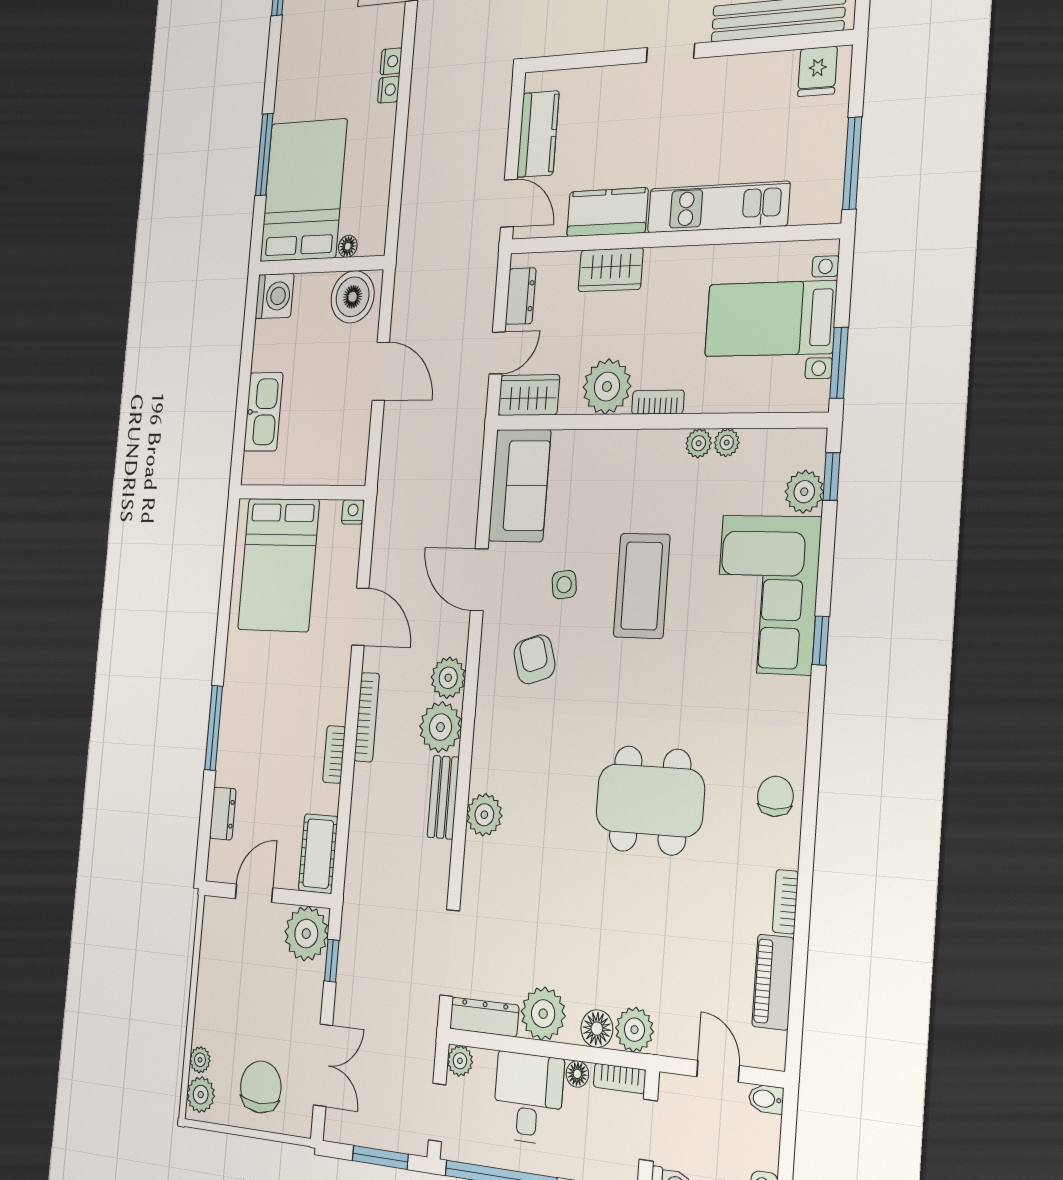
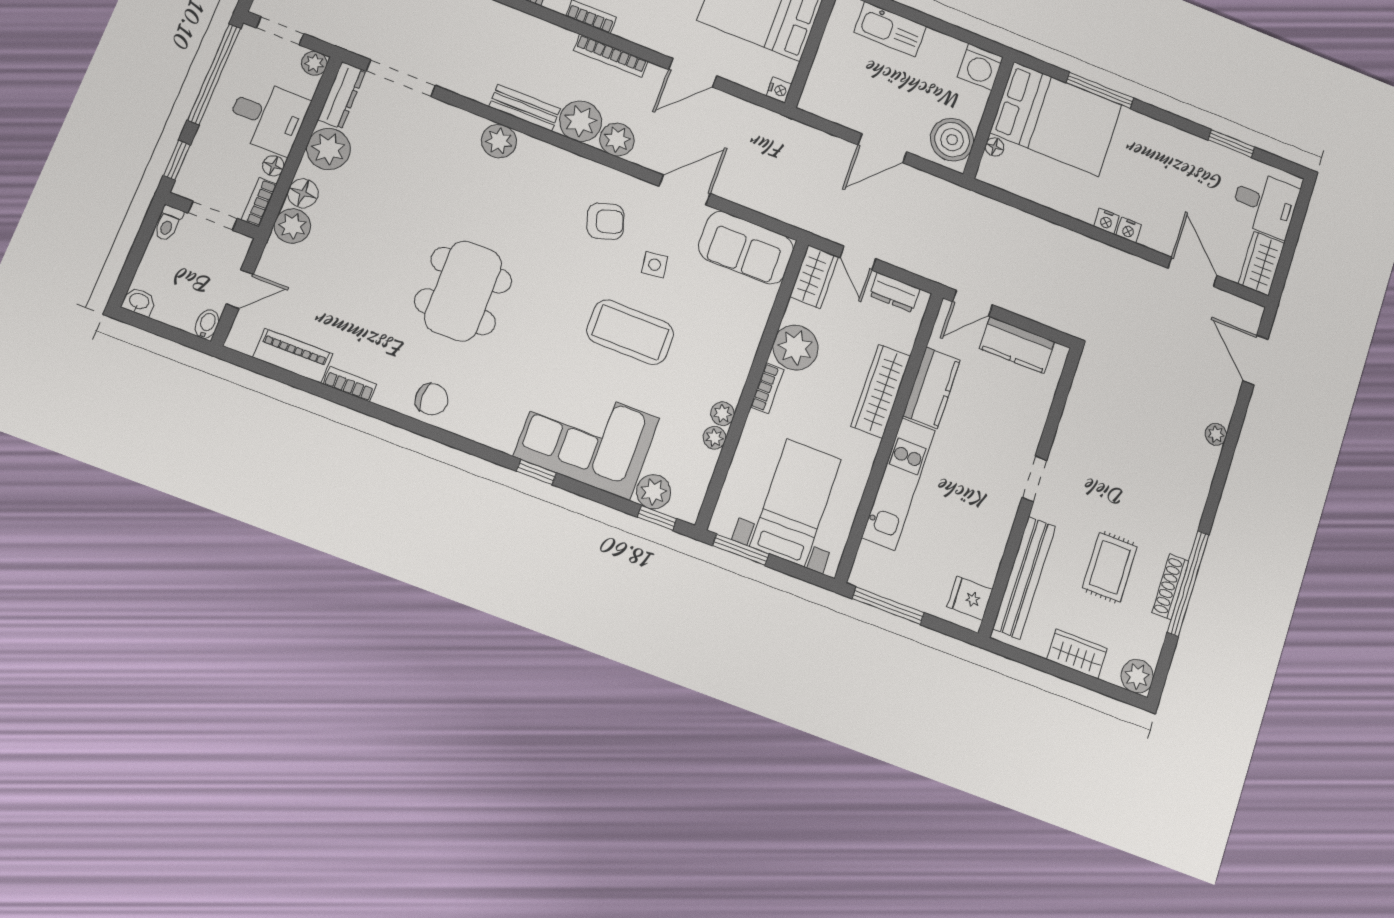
wardrobe: (611, 270) -> (881, 391), width x1.50

